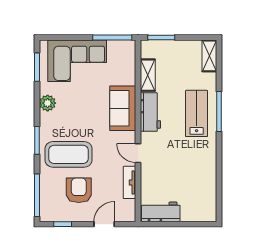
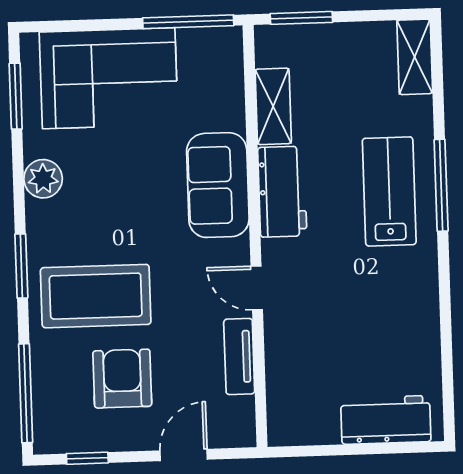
workbench: (161, 212) -> (386, 420), moved

